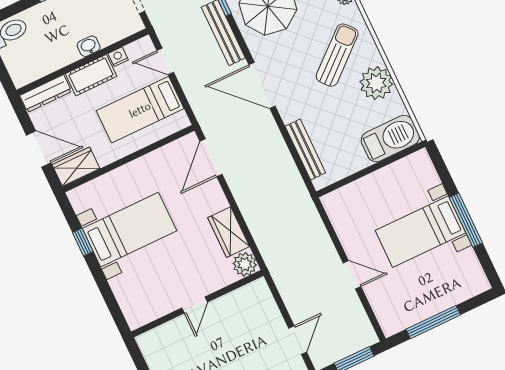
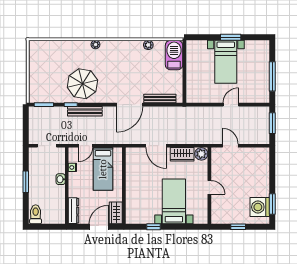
sun lounger: (337, 55) -> (122, 62), removed
cot: (91, 75) -> (75, 185), removed
plant: (376, 83) -> (148, 45), width x0.53, depth x0.53
door: (262, 85) -> (130, 105), moved
door: (211, 158) -> (156, 146), moved
window: (466, 220) -> (231, 37), width x0.69
bed with nightstands: (130, 230) -> (174, 201), moved
door: (298, 340) -> (230, 146), moved

